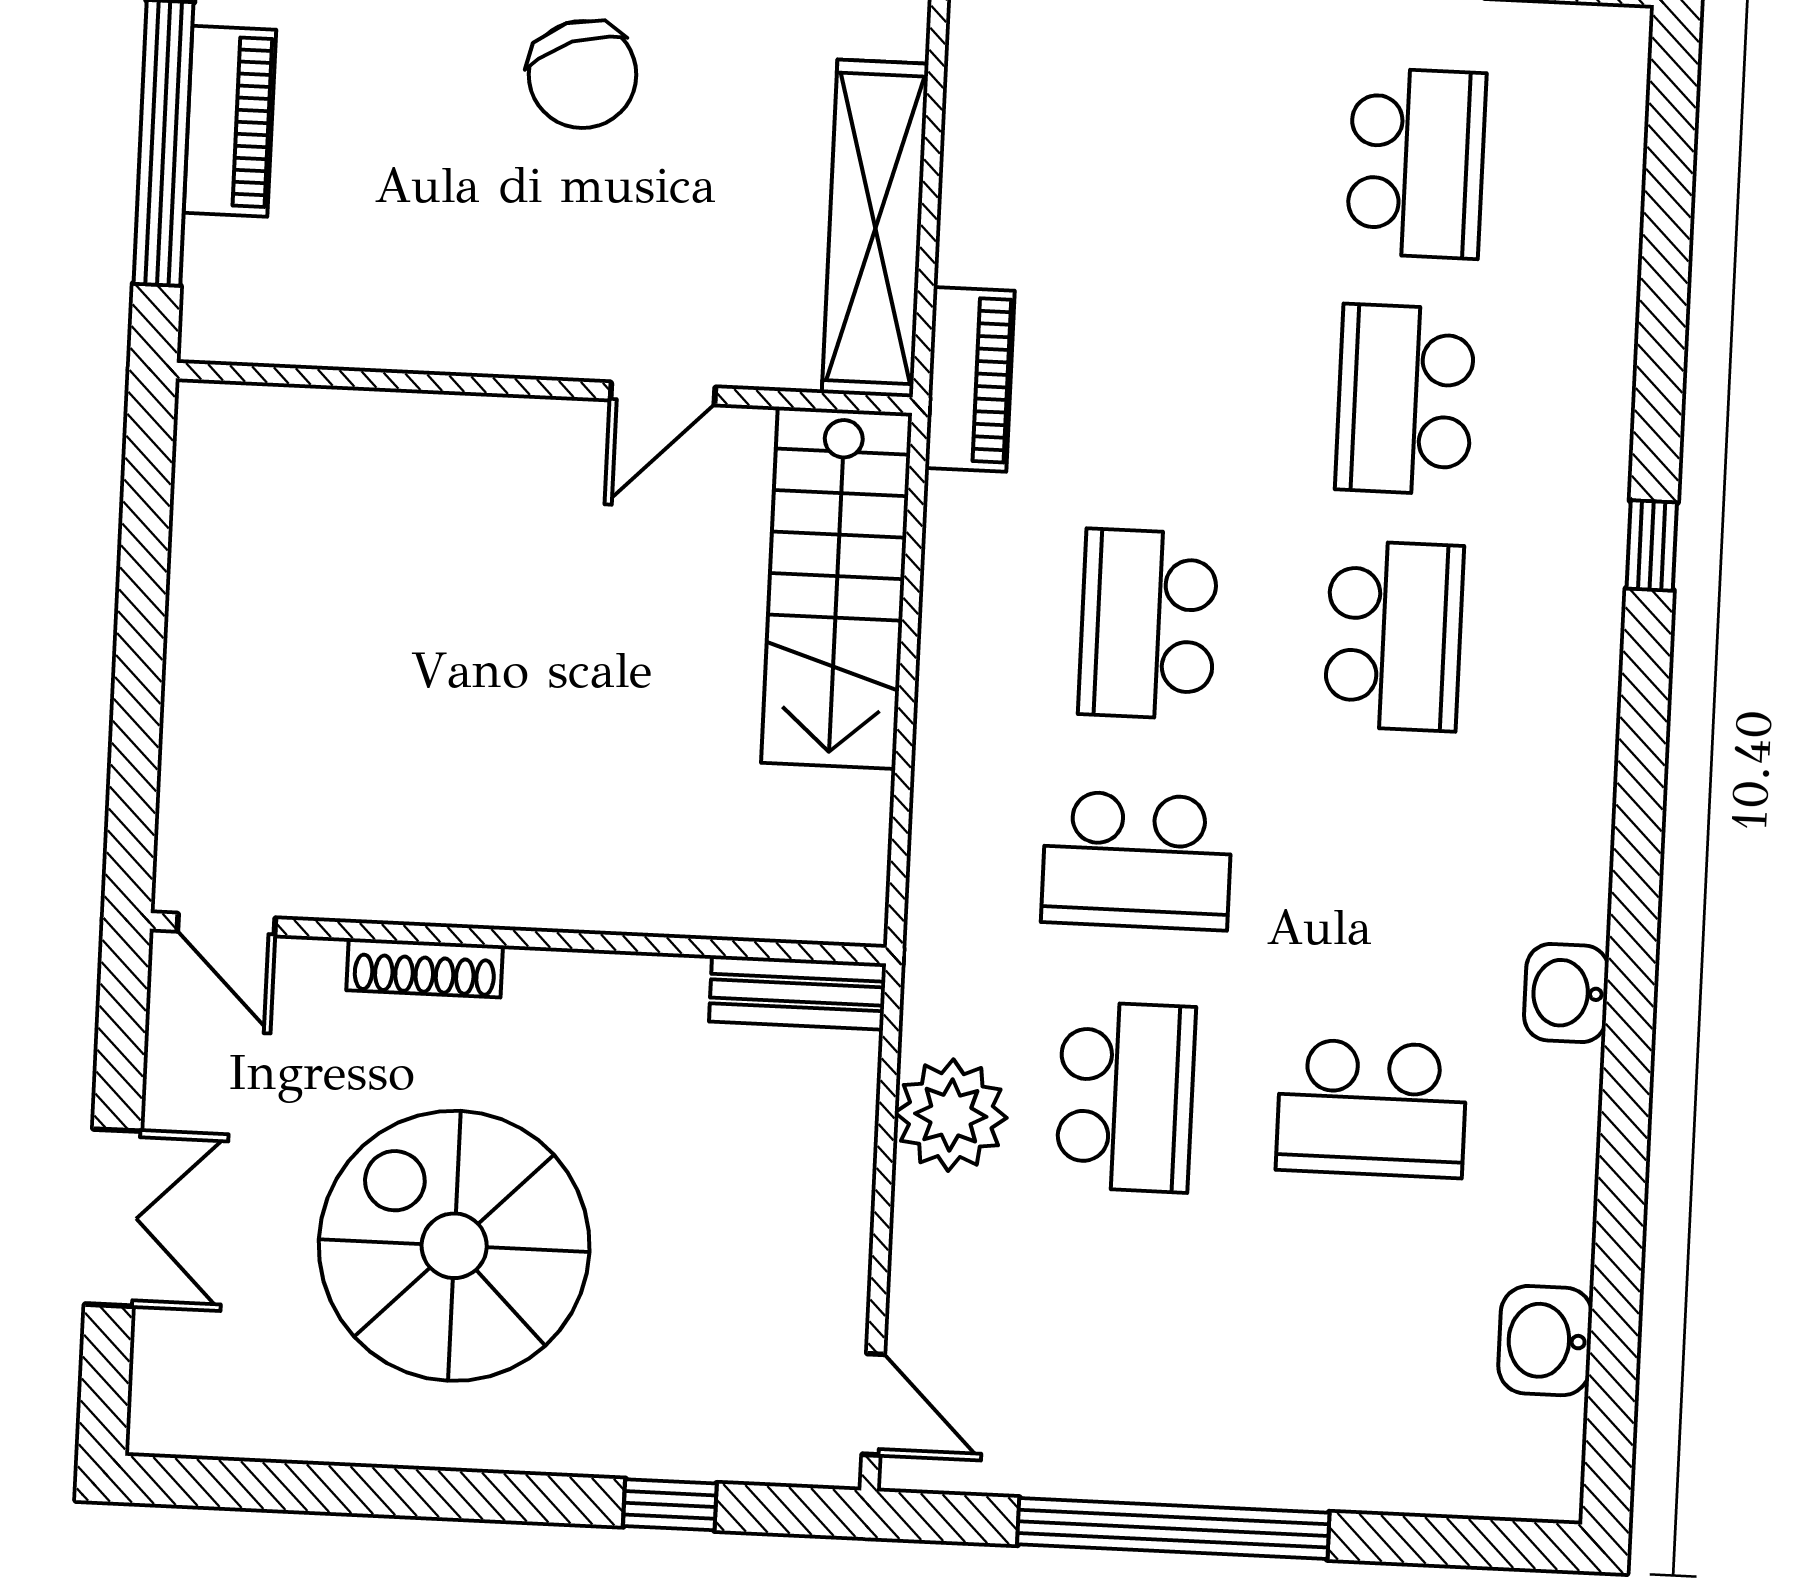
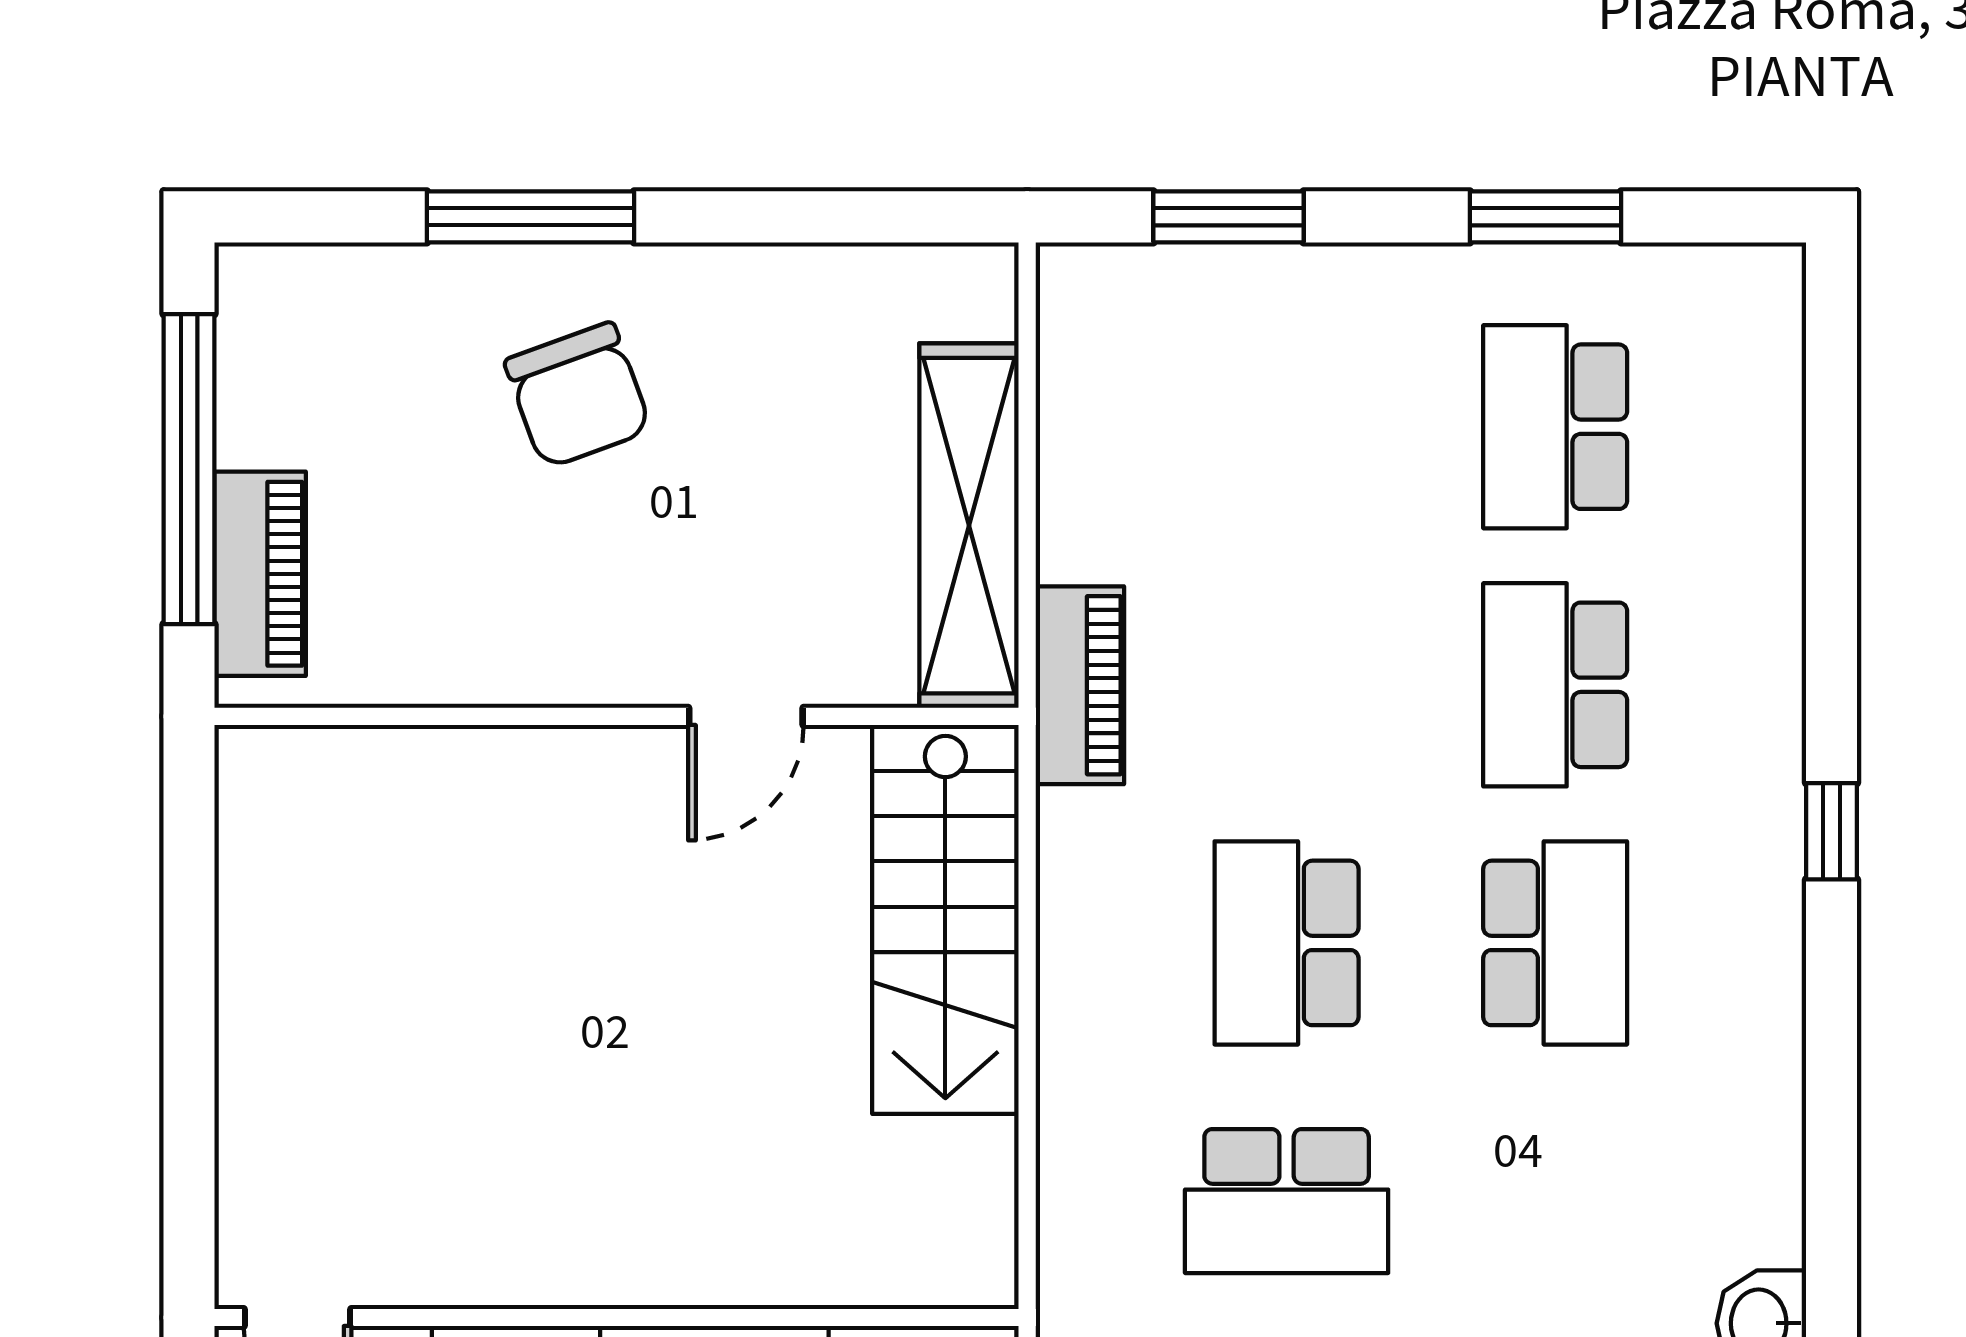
chair: (582, 74) -> (578, 395), moved
piano: (230, 121) -> (260, 574), moved
school desk: (1416, 163) -> (1555, 427), turned 180

